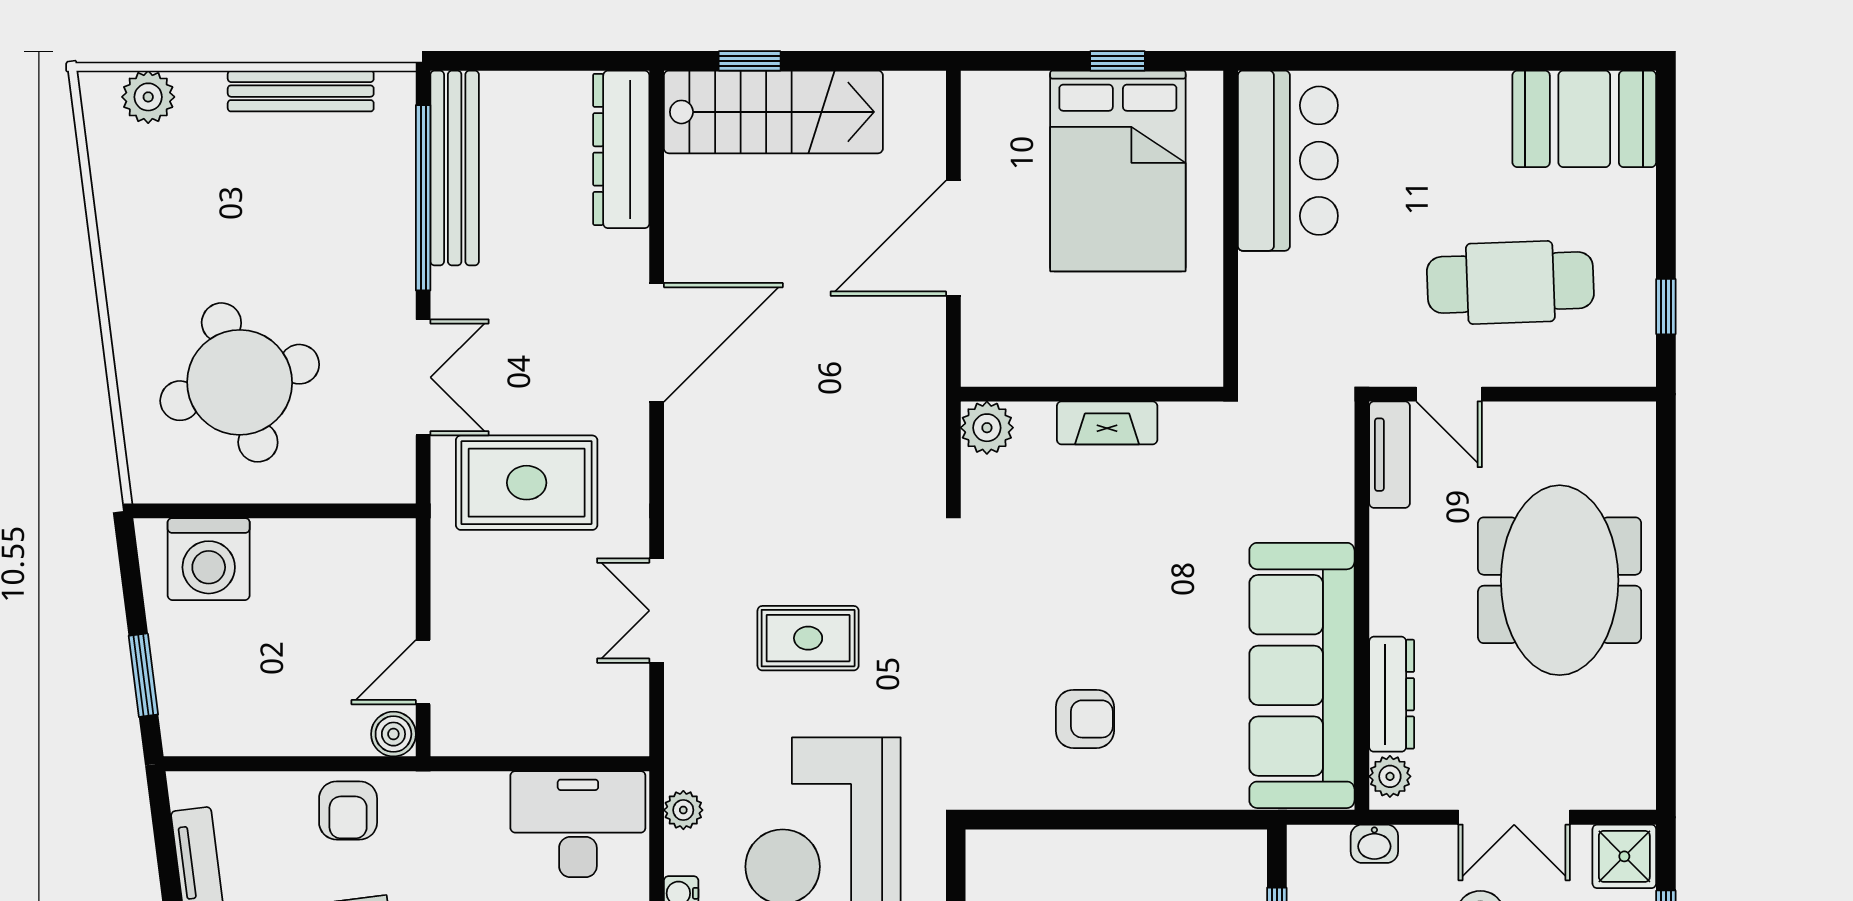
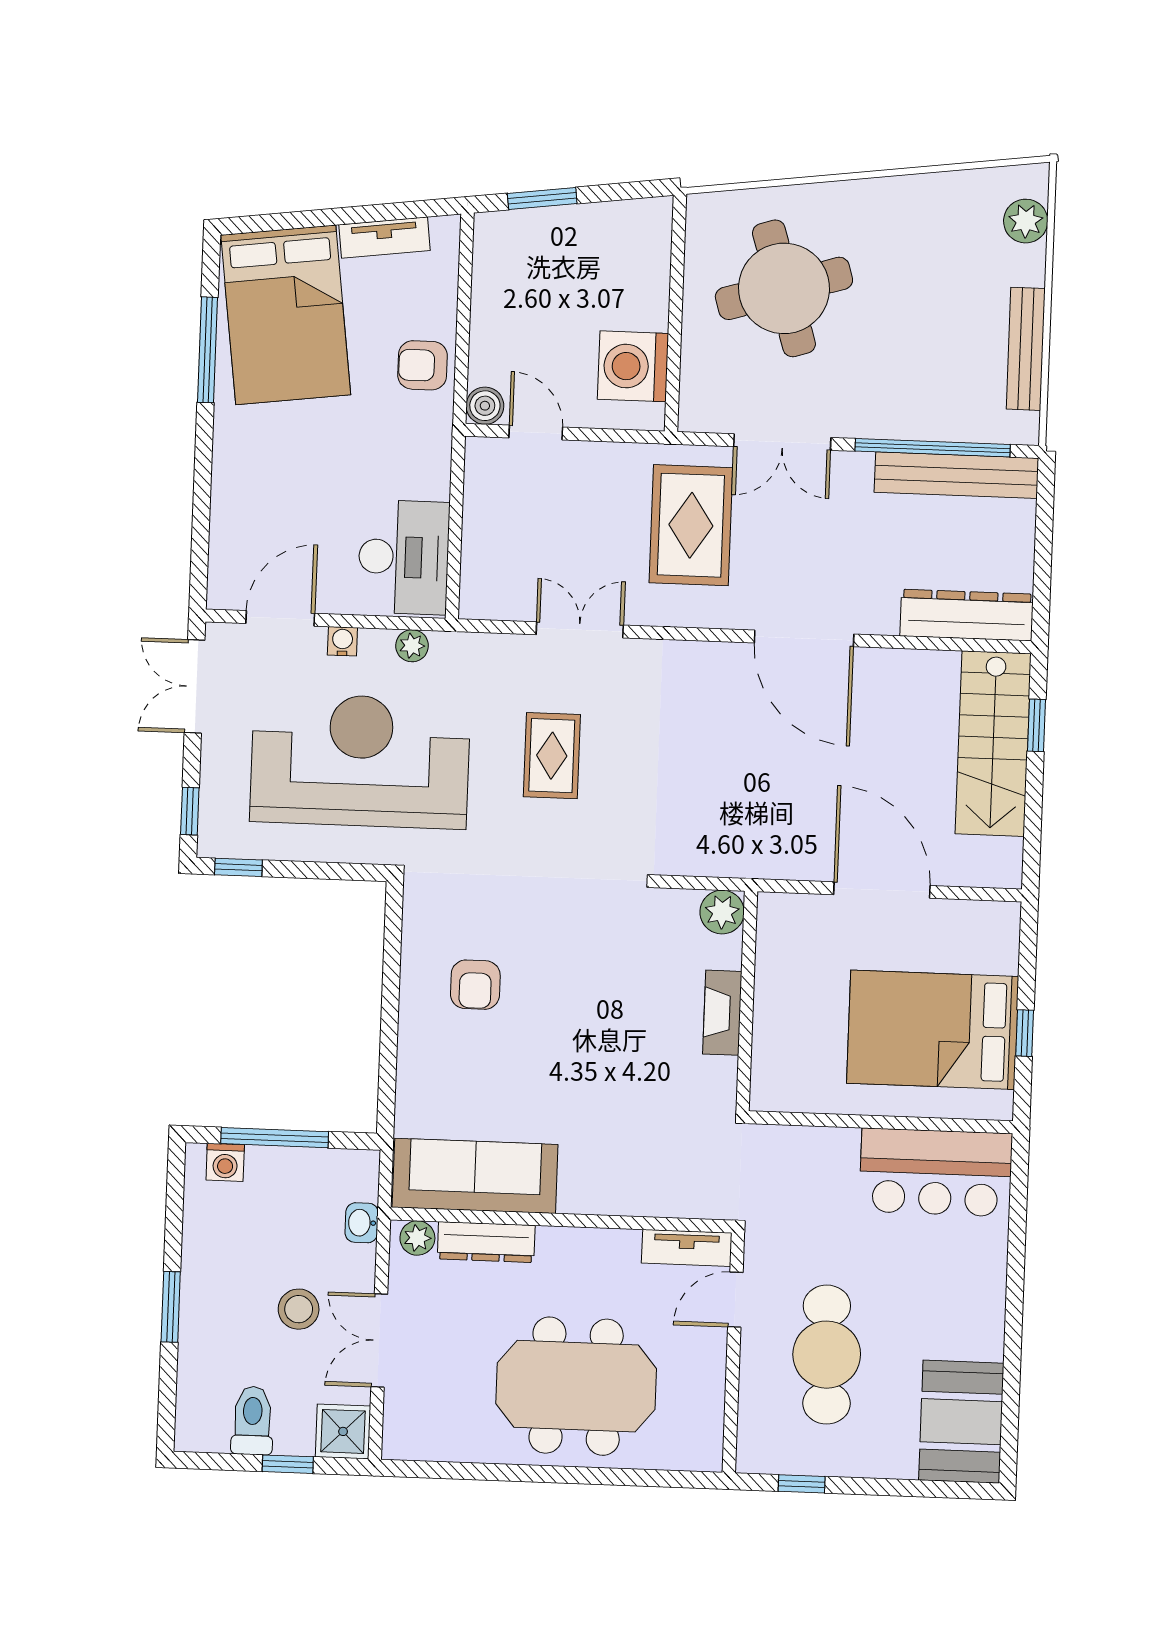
washing machine: (209, 559) -> (633, 366), moved
sofa: (1302, 675) -> (475, 1176), width x0.74, depth x0.79

